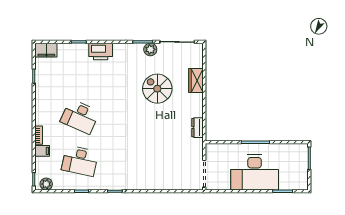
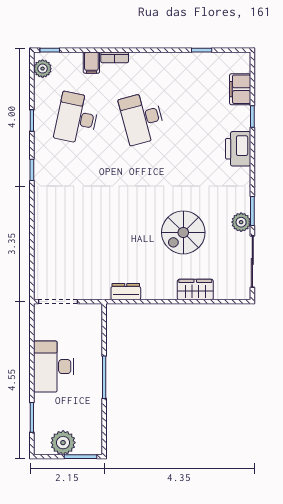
filing cabinet: (46, 50) -> (240, 89), moved
spiral stairs: (157, 89) -> (183, 232), turned 180
desk: (80, 117) -> (142, 118), turned -39
plant: (300, 170) -> (63, 443), added
desk: (255, 172) -> (54, 367), width x0.73, depth x0.77

